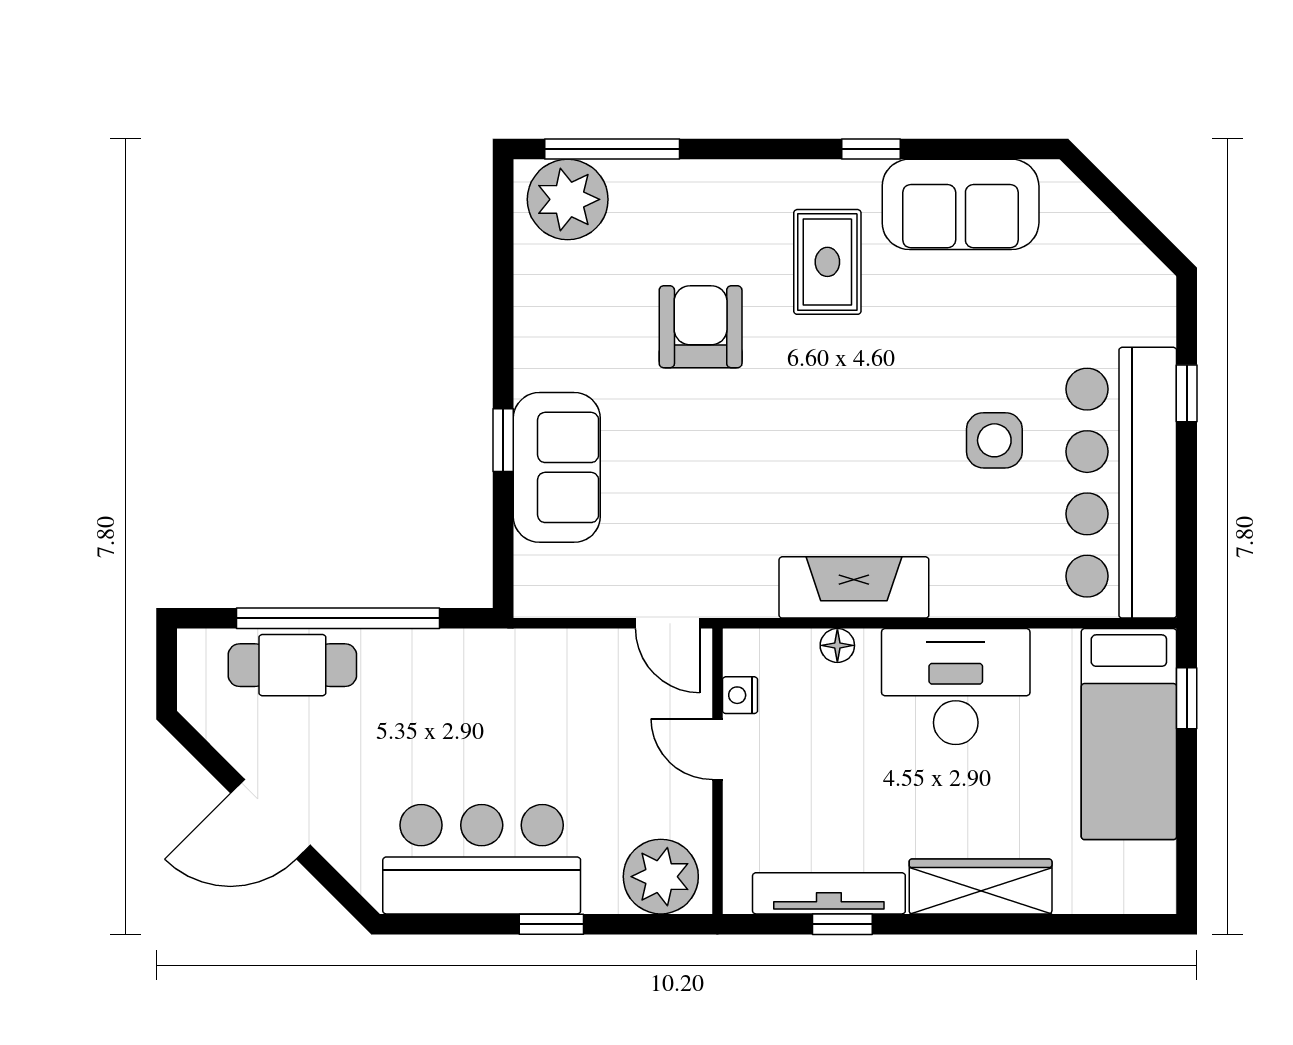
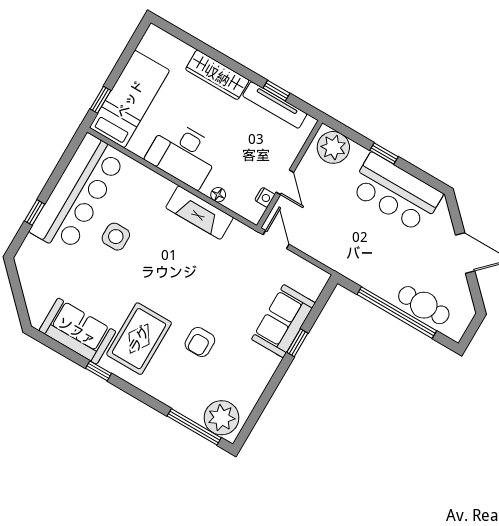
rug: (827, 262) -> (139, 339), width x1.36, depth x1.43
armchair: (701, 327) -> (200, 342), width x0.72, depth x0.72

